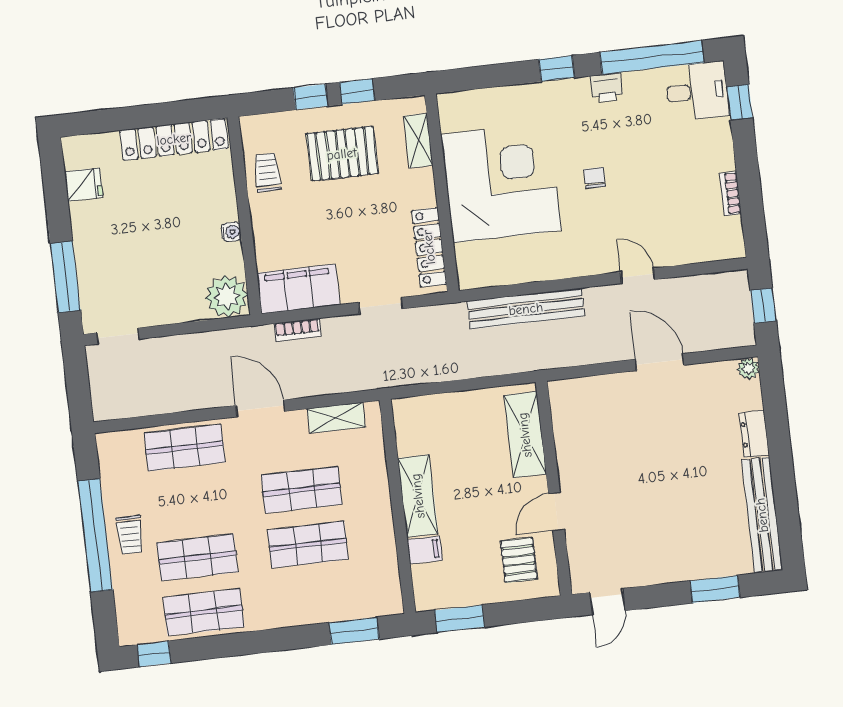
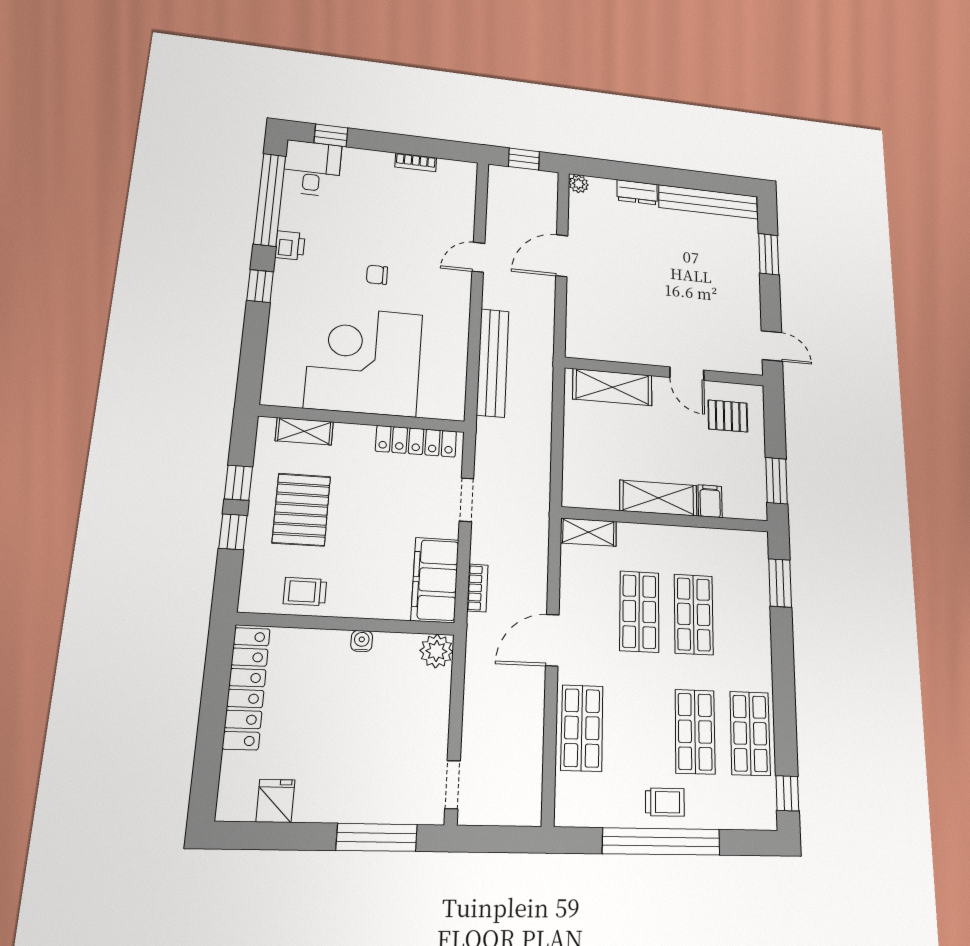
plant: (227, 296) -> (436, 651), width x0.73, depth x0.73
shelving: (336, 418) -> (588, 532), moved, turned 90

